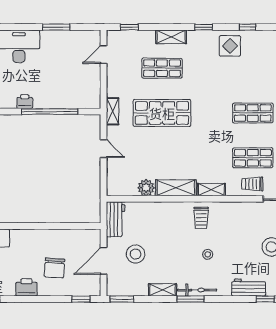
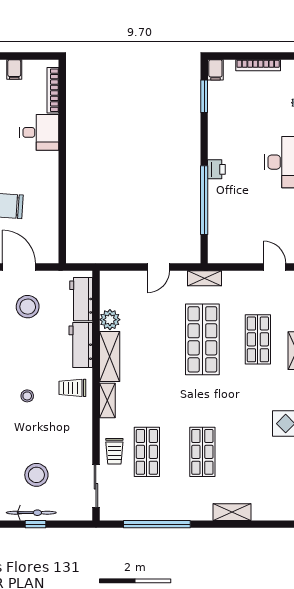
trolley: (252, 184) -> (114, 451), turned 180
workbench: (166, 211) -> (81, 345), added
workbench: (116, 219) -> (81, 299), moved, turned 90

